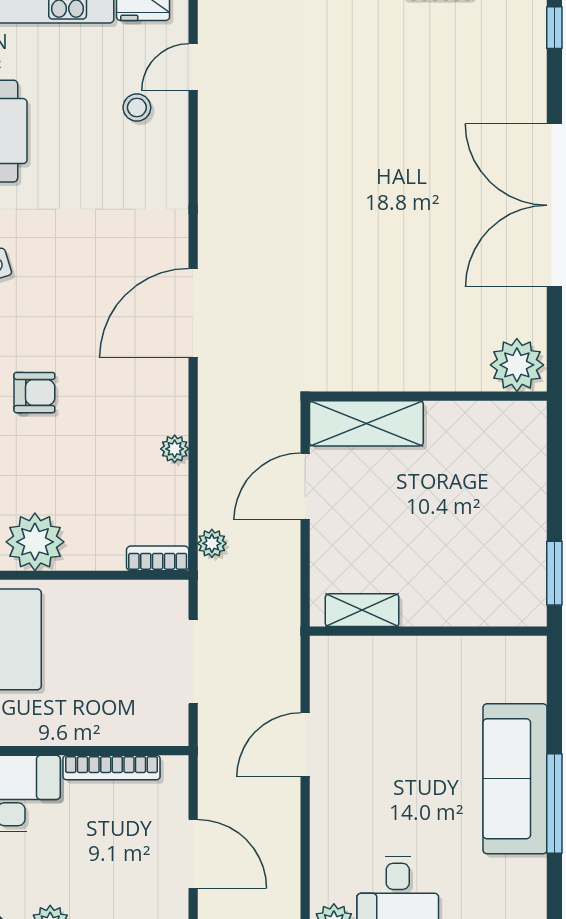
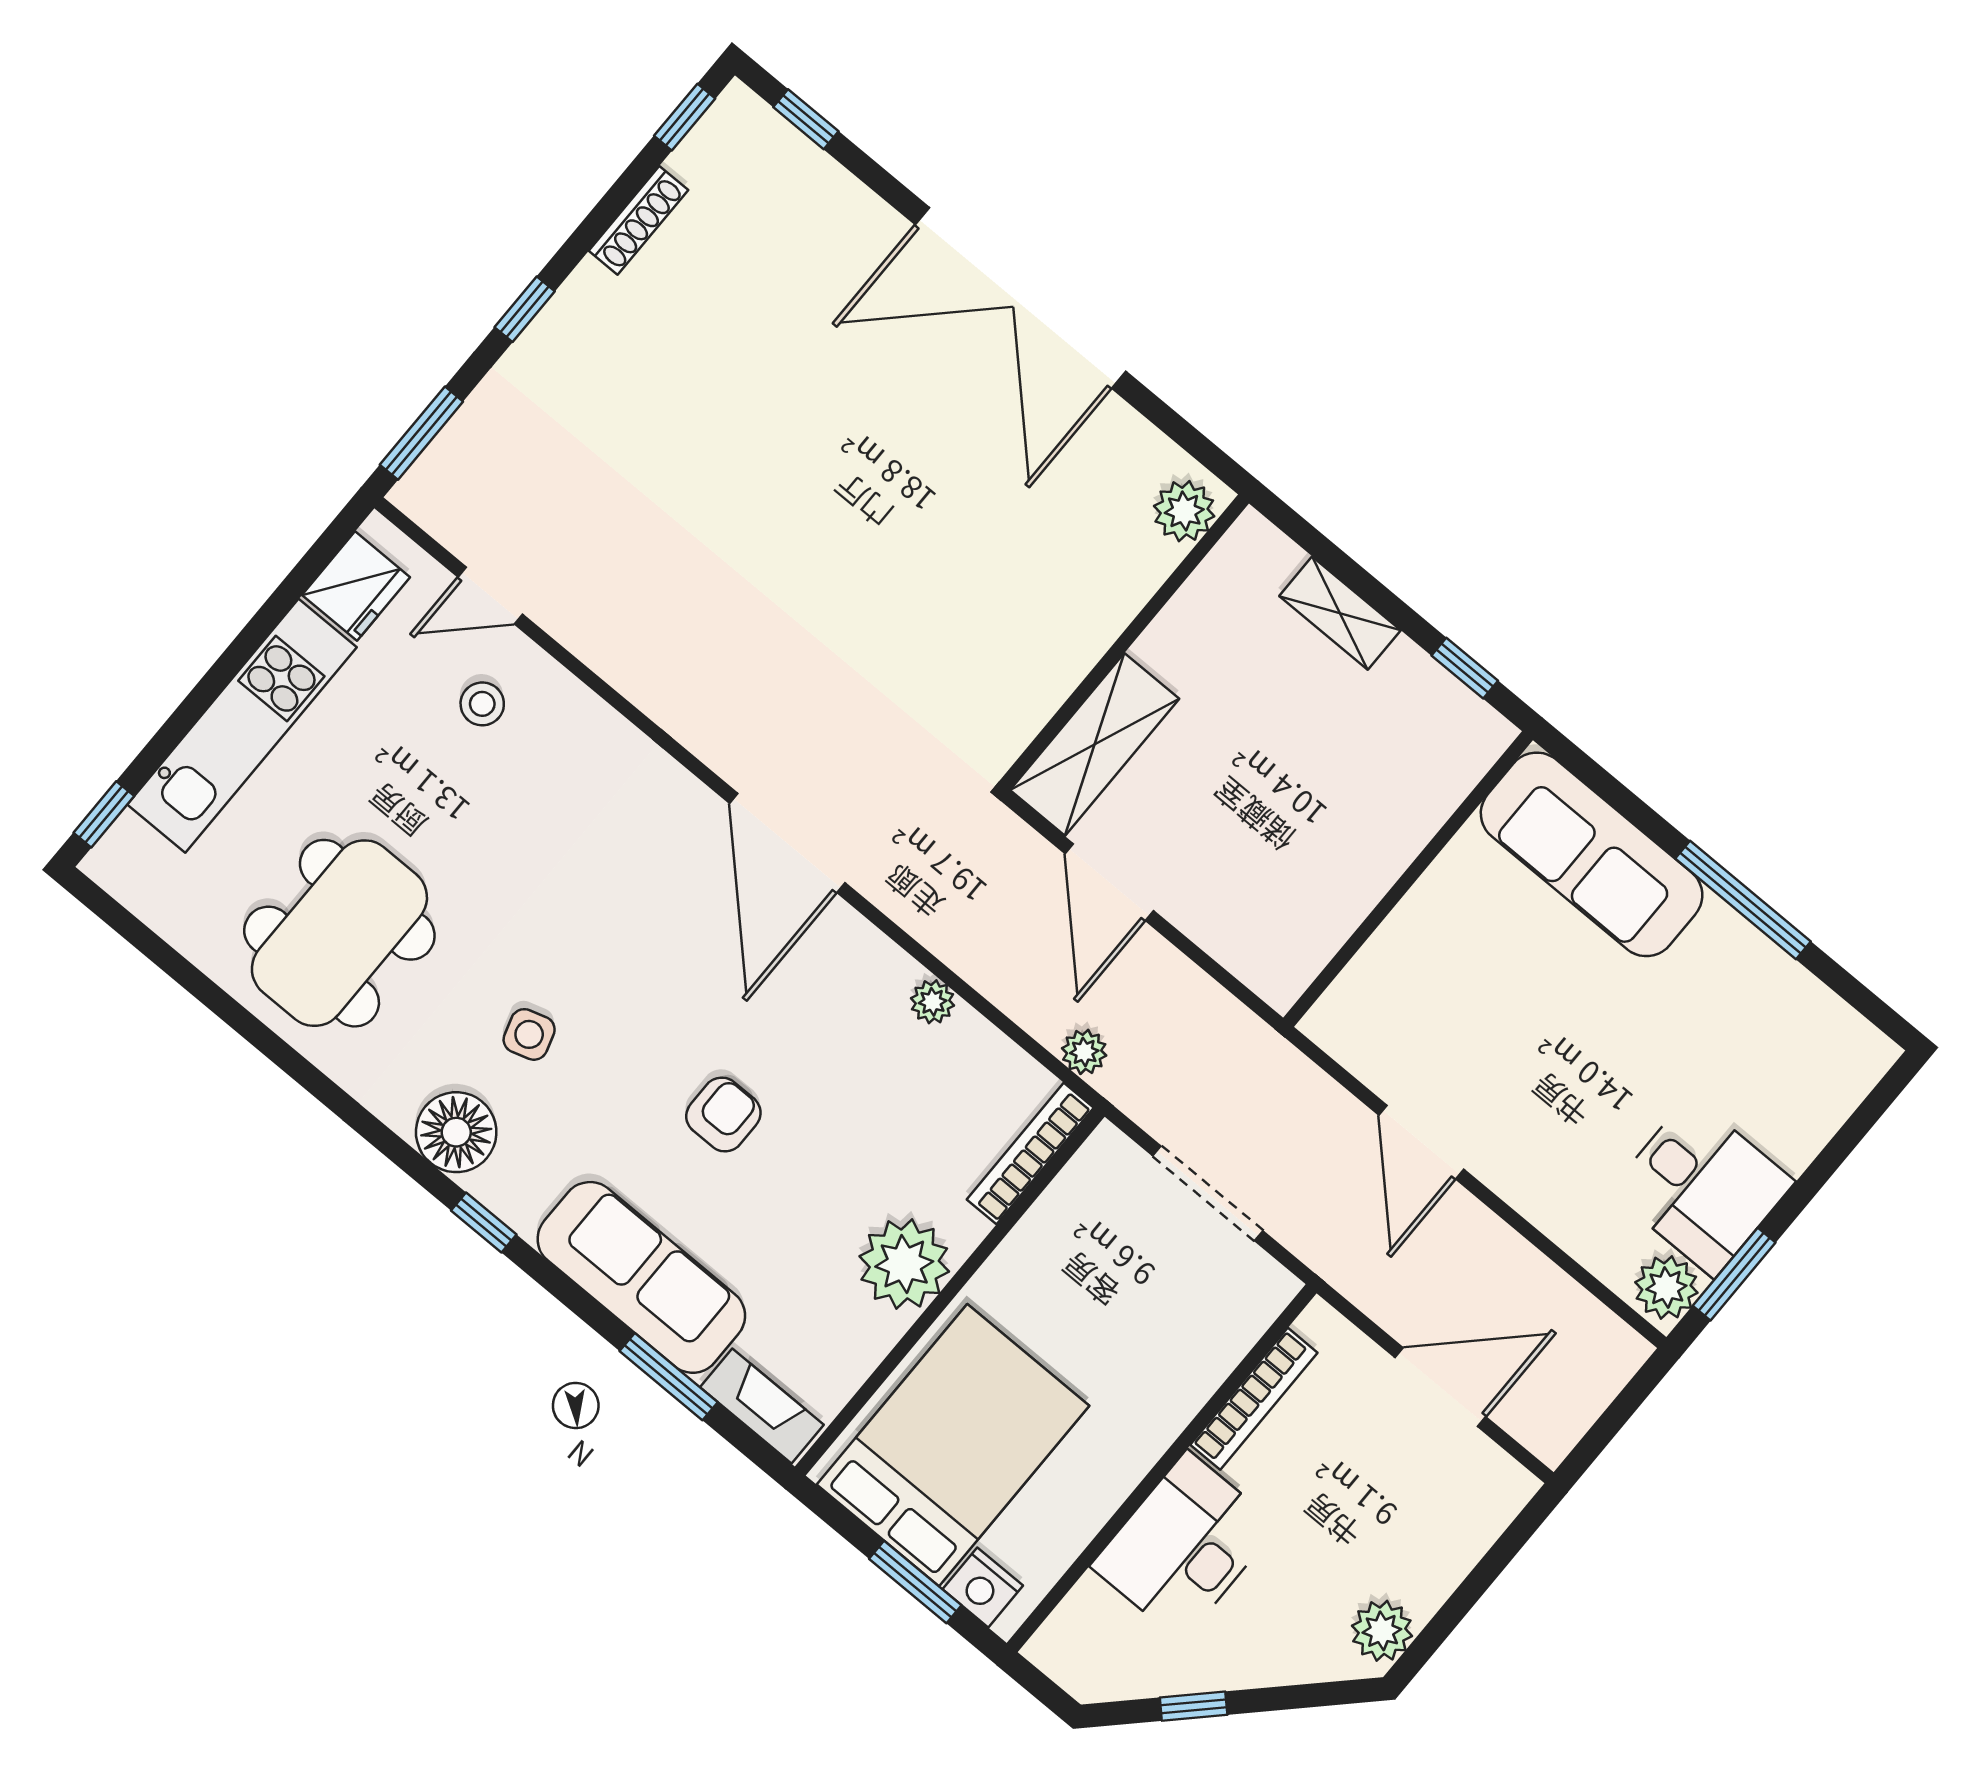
door: (193, 67) -> (490, 596), hinge flipped
plant: (517, 365) -> (1184, 511), width x0.73, depth x0.73
bookcase: (158, 558) -> (1030, 1154), width x1.56
window: (554, 573) -> (1465, 668), width x0.67
shelving: (362, 610) -> (1340, 613), moved, turned 90
sofa: (515, 779) -> (1592, 854), moved

